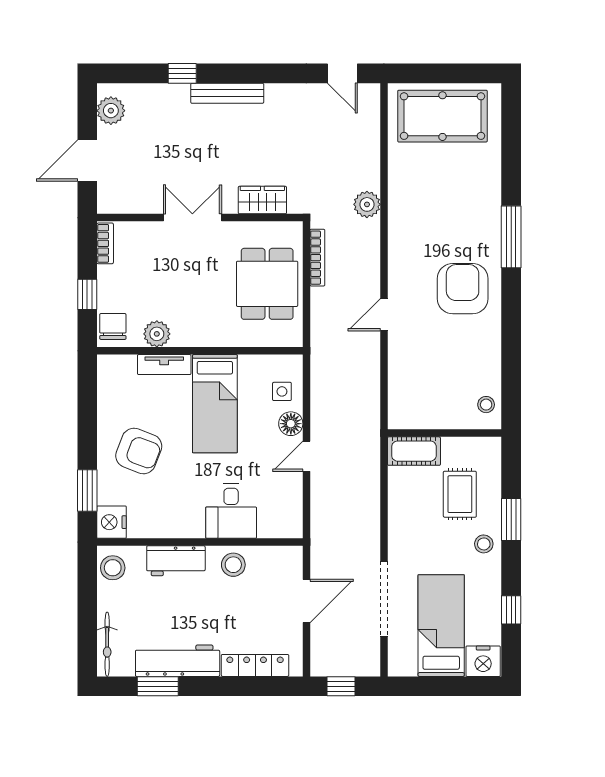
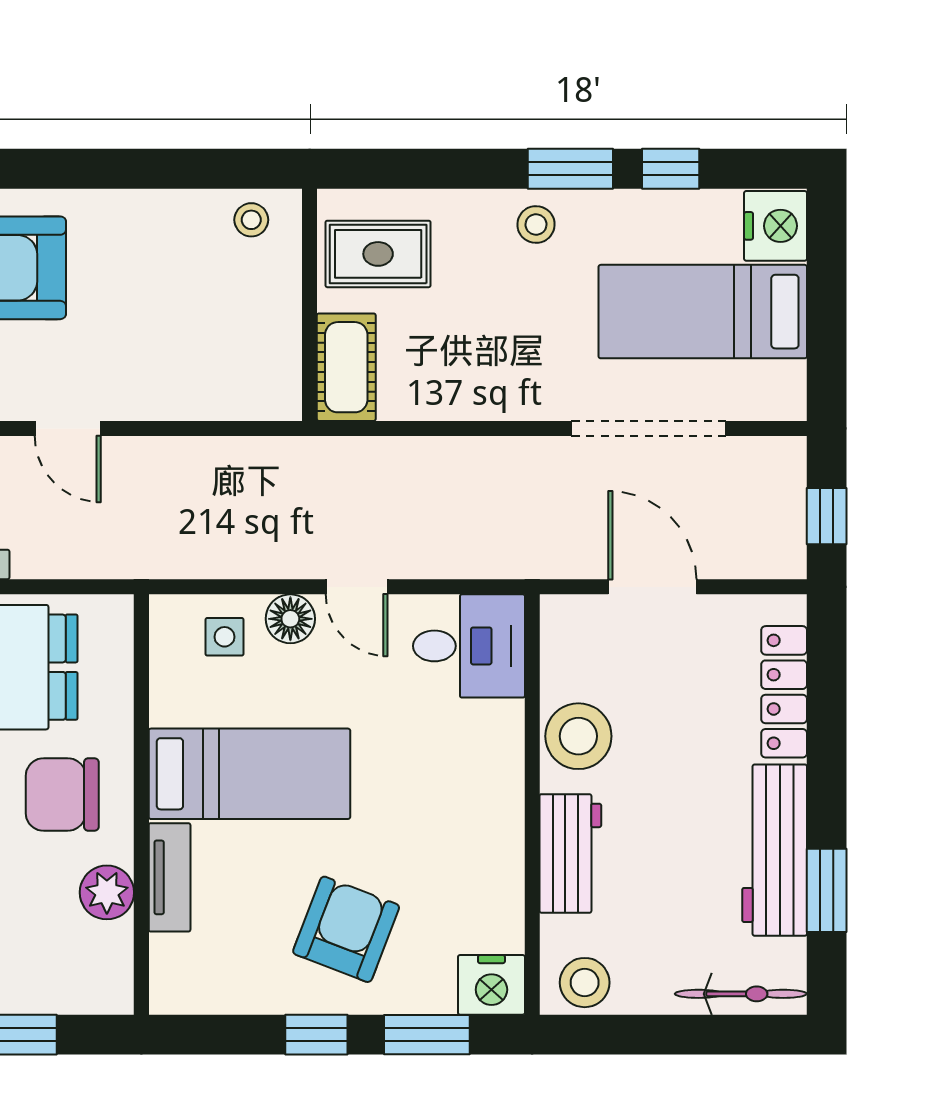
chair: (113, 326) -> (62, 795), moved, width x1.37, depth x1.37
window: (87, 436) -> (316, 1035), added
rug: (460, 494) -> (378, 254), moved
desk: (231, 511) -> (469, 646), moved
window: (511, 519) -> (570, 169), moved
stool: (233, 565) -> (578, 736), width x1.38, depth x1.38

